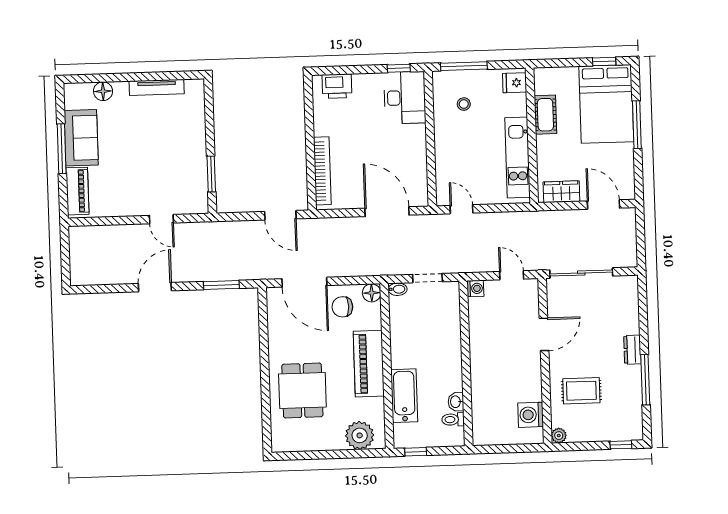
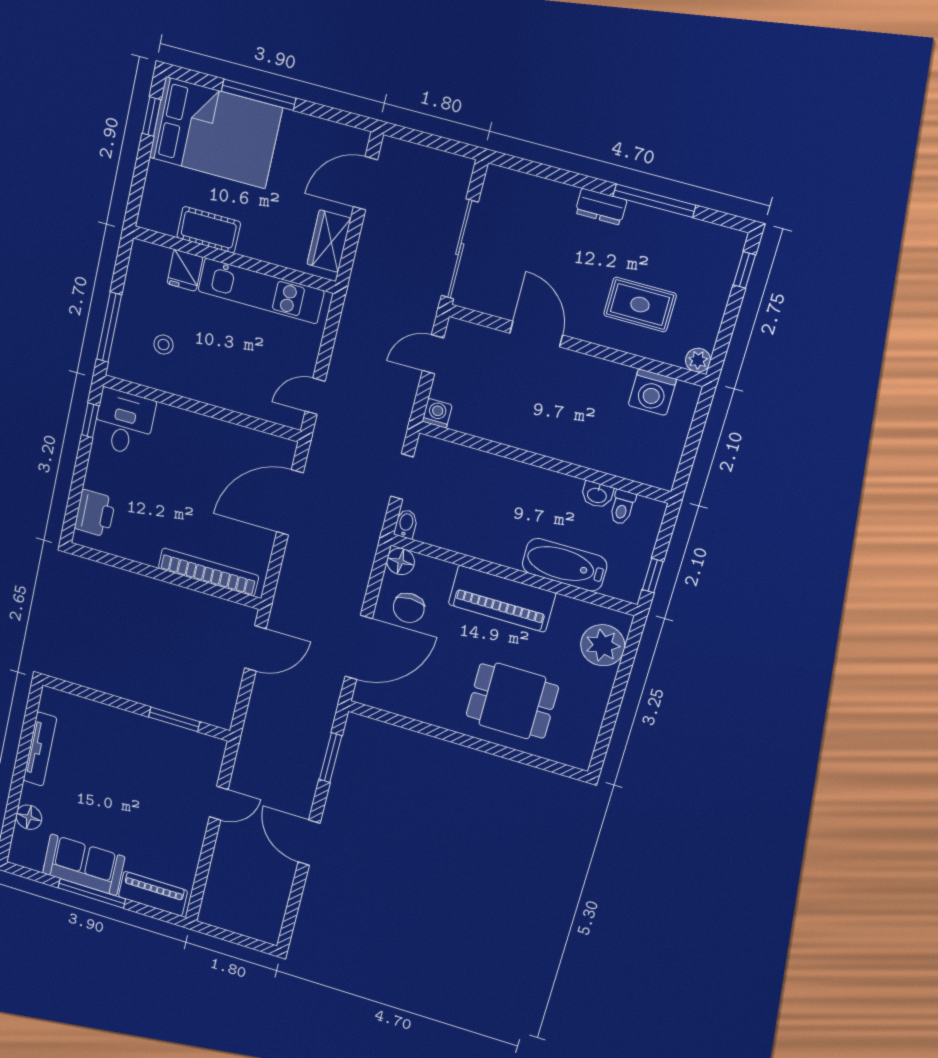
fridge: (515, 83) -> (185, 270), moved
desk: (405, 98) -> (124, 422), width x0.73
rug: (581, 391) -> (640, 305), turned 90

